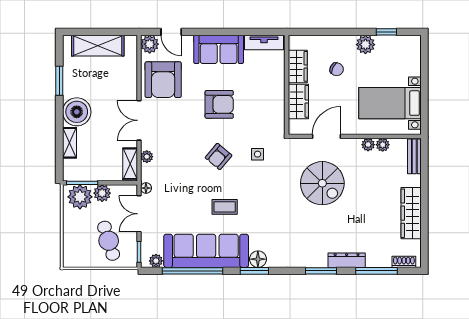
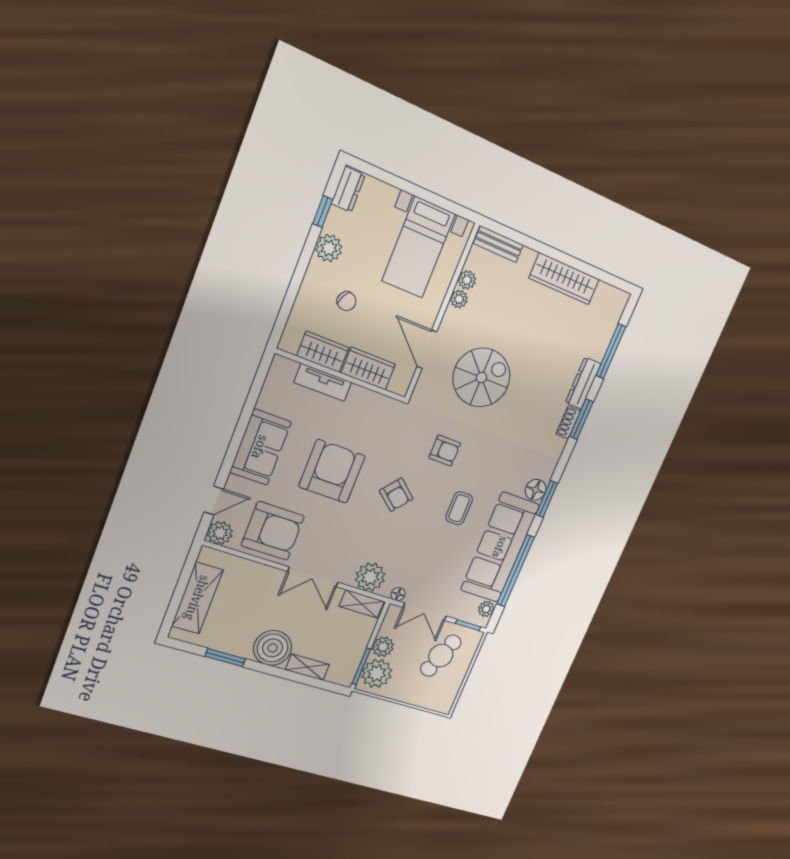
tv unit: (264, 43) -> (323, 382), moved, turned 90
dresser: (407, 43) -> (348, 189), added
chair: (337, 69) -> (347, 301), turned 90
armchair: (219, 104) -> (332, 471), width x1.36, depth x1.36
side table: (258, 154) -> (413, 445), removed
plant: (147, 157) -> (370, 577), width x1.88, depth x1.88
armchair: (262, 179) -> (445, 451), added
cafe table: (109, 241) -> (441, 656), turned -52
shoe rack: (404, 262) -> (568, 423), moved

